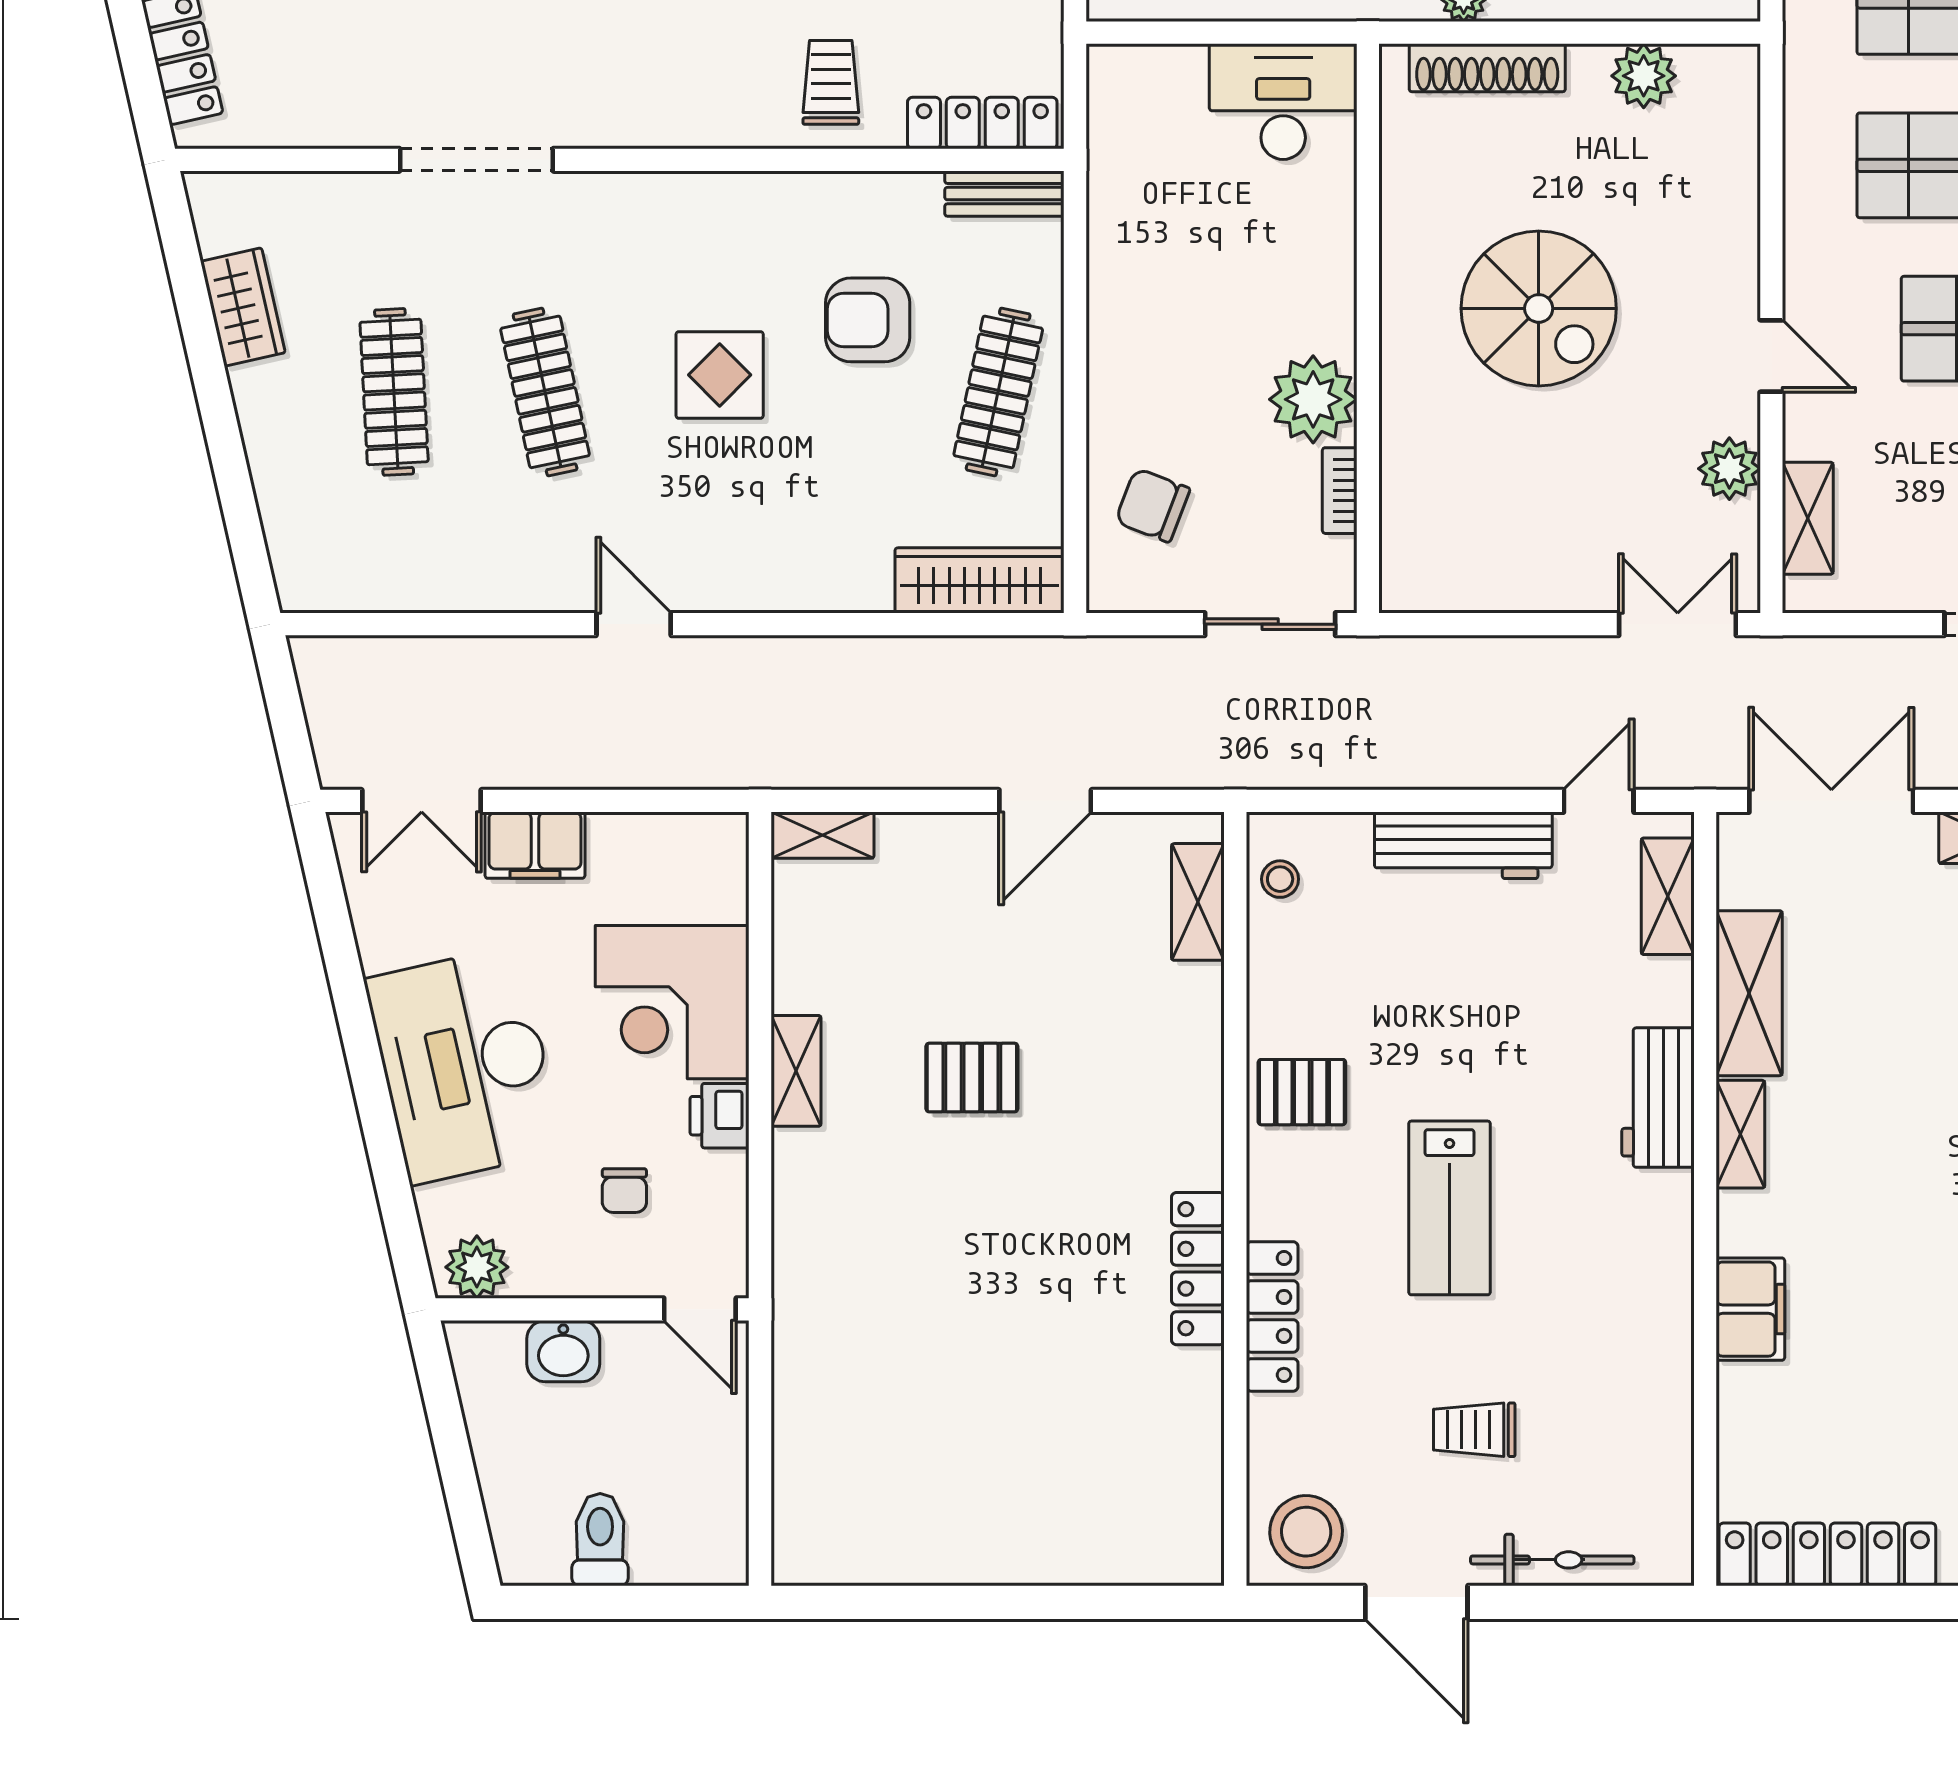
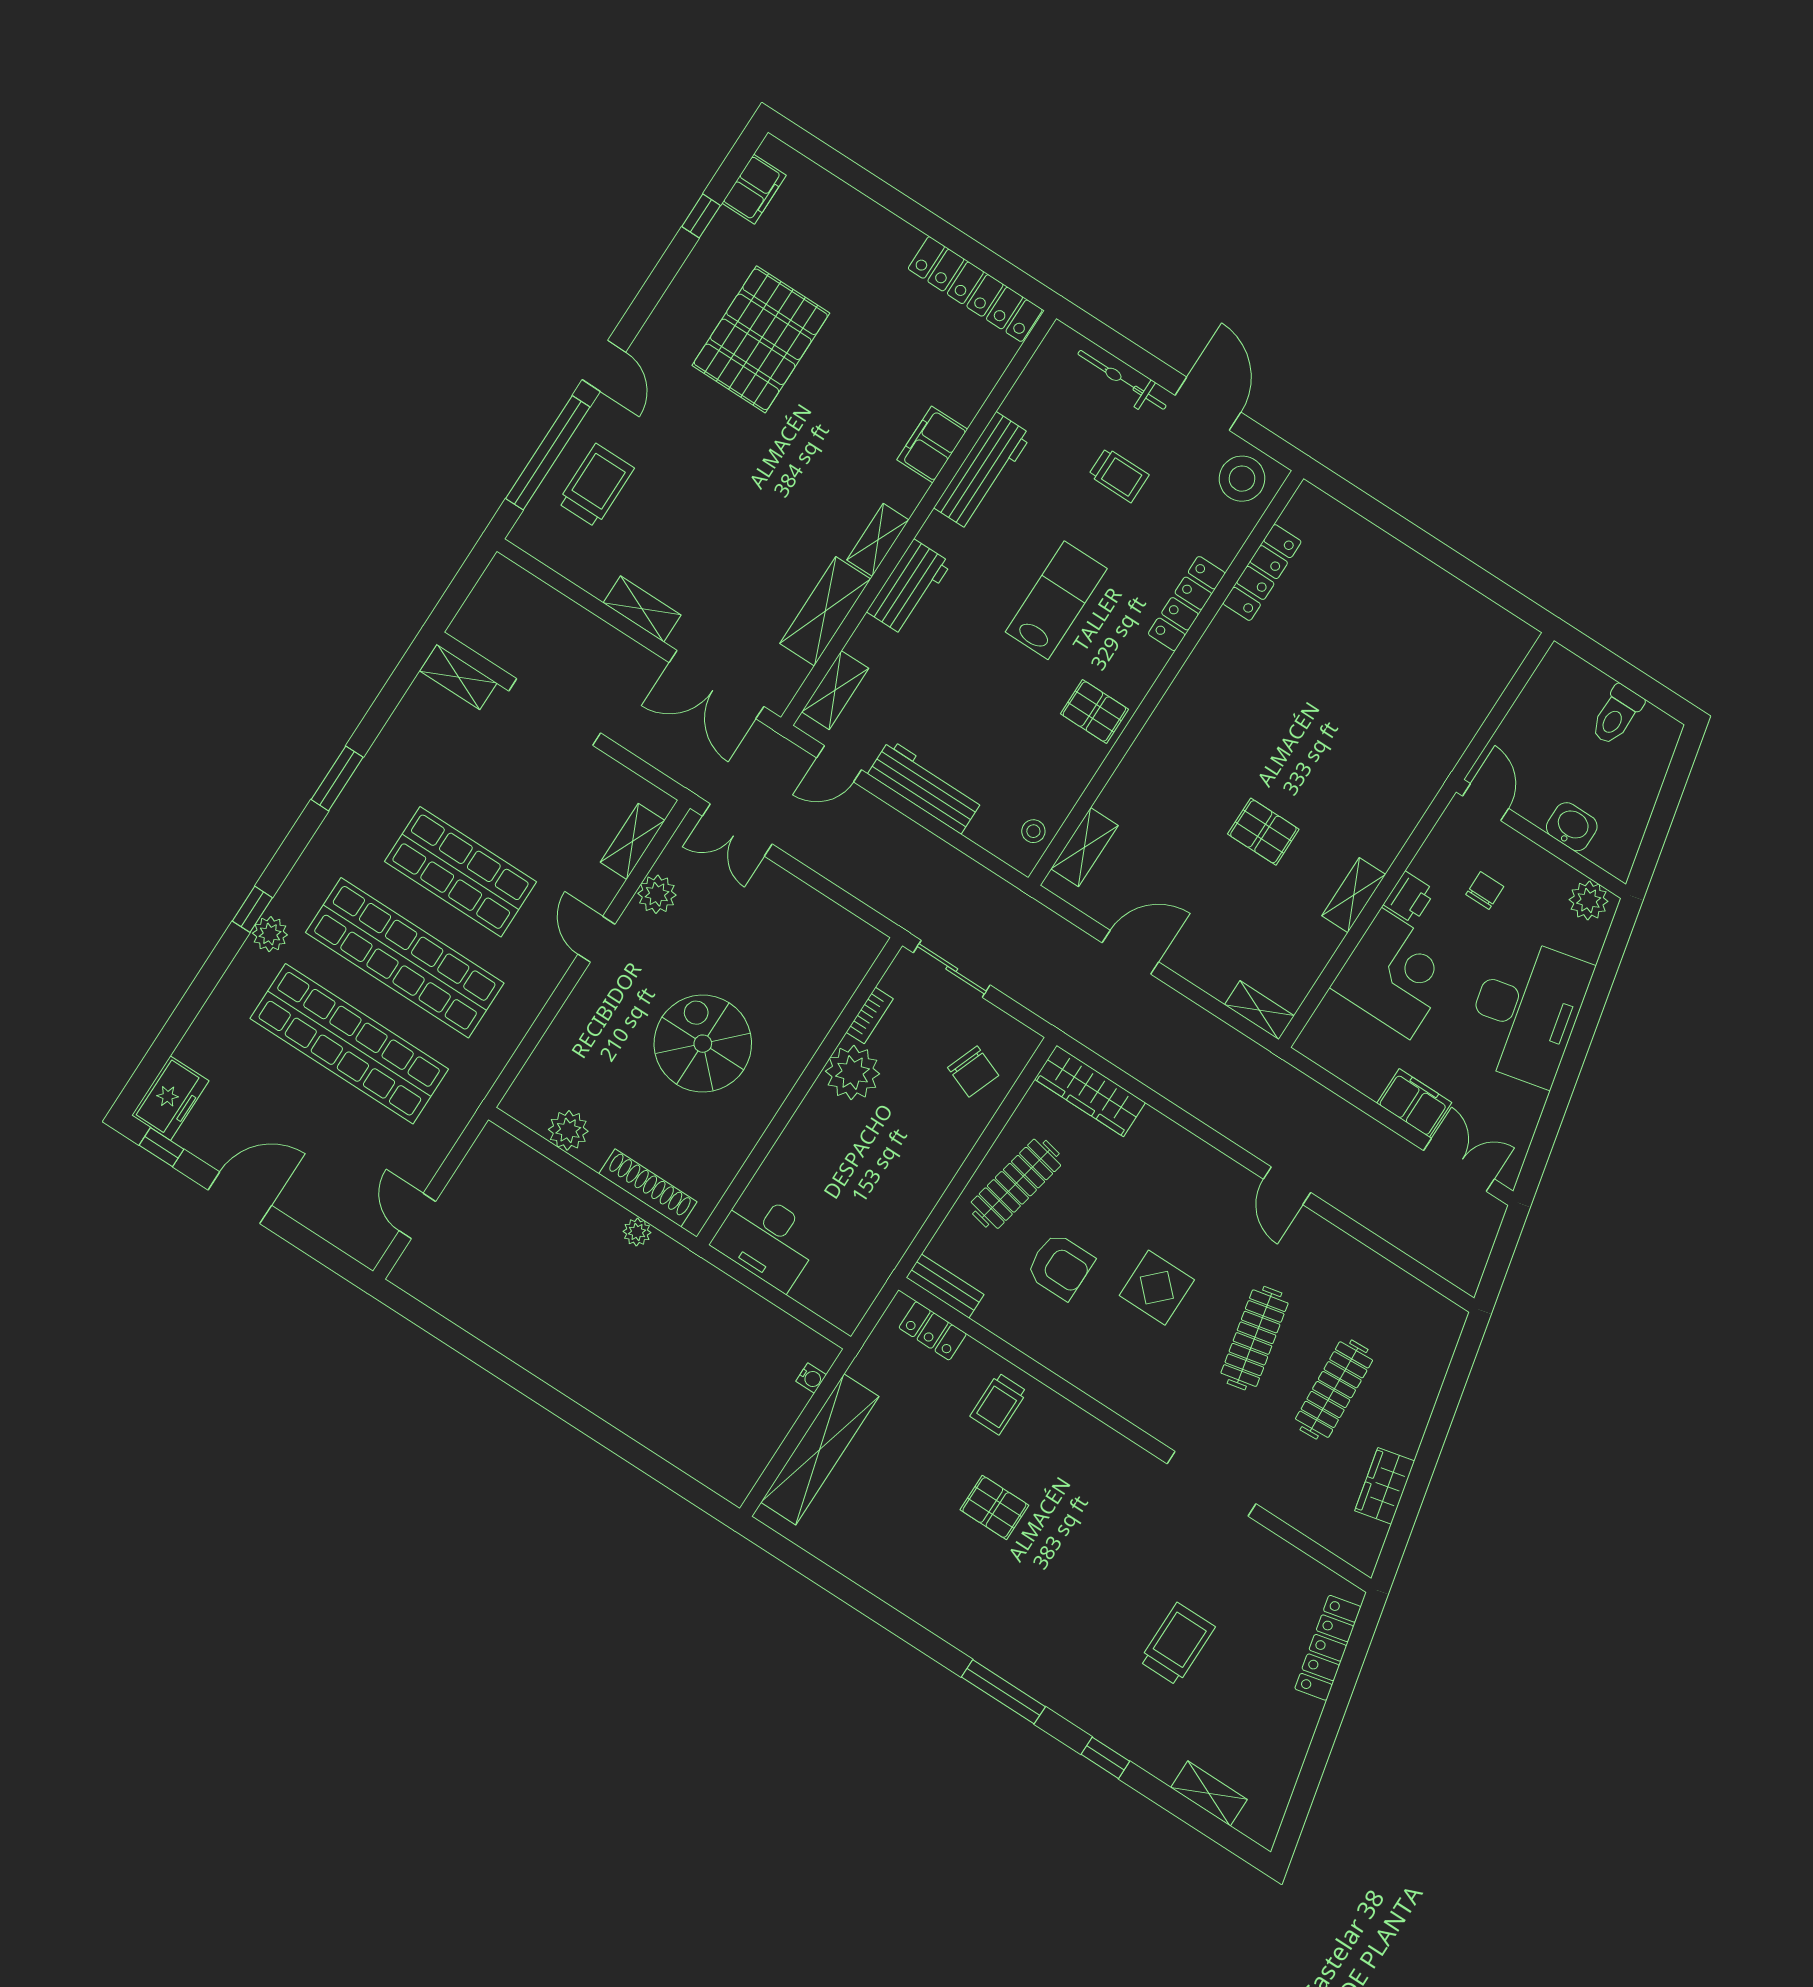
locker: (982, 123) -> (933, 1331), width x0.66
locker: (1198, 1269) -> (1262, 572), moved
workbench: (1660, 1317) -> (983, 471), added

